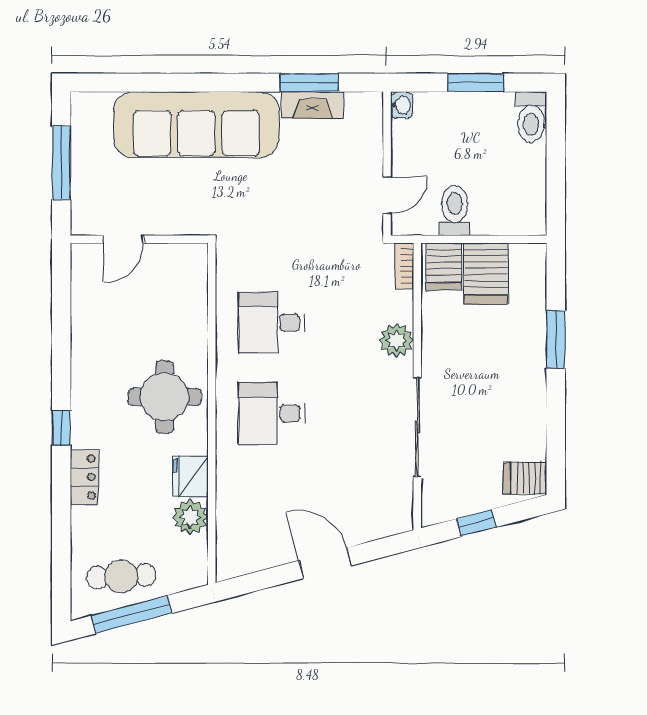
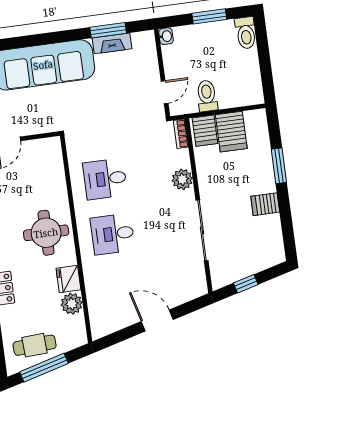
server rack: (525, 478) -> (265, 204), moved

